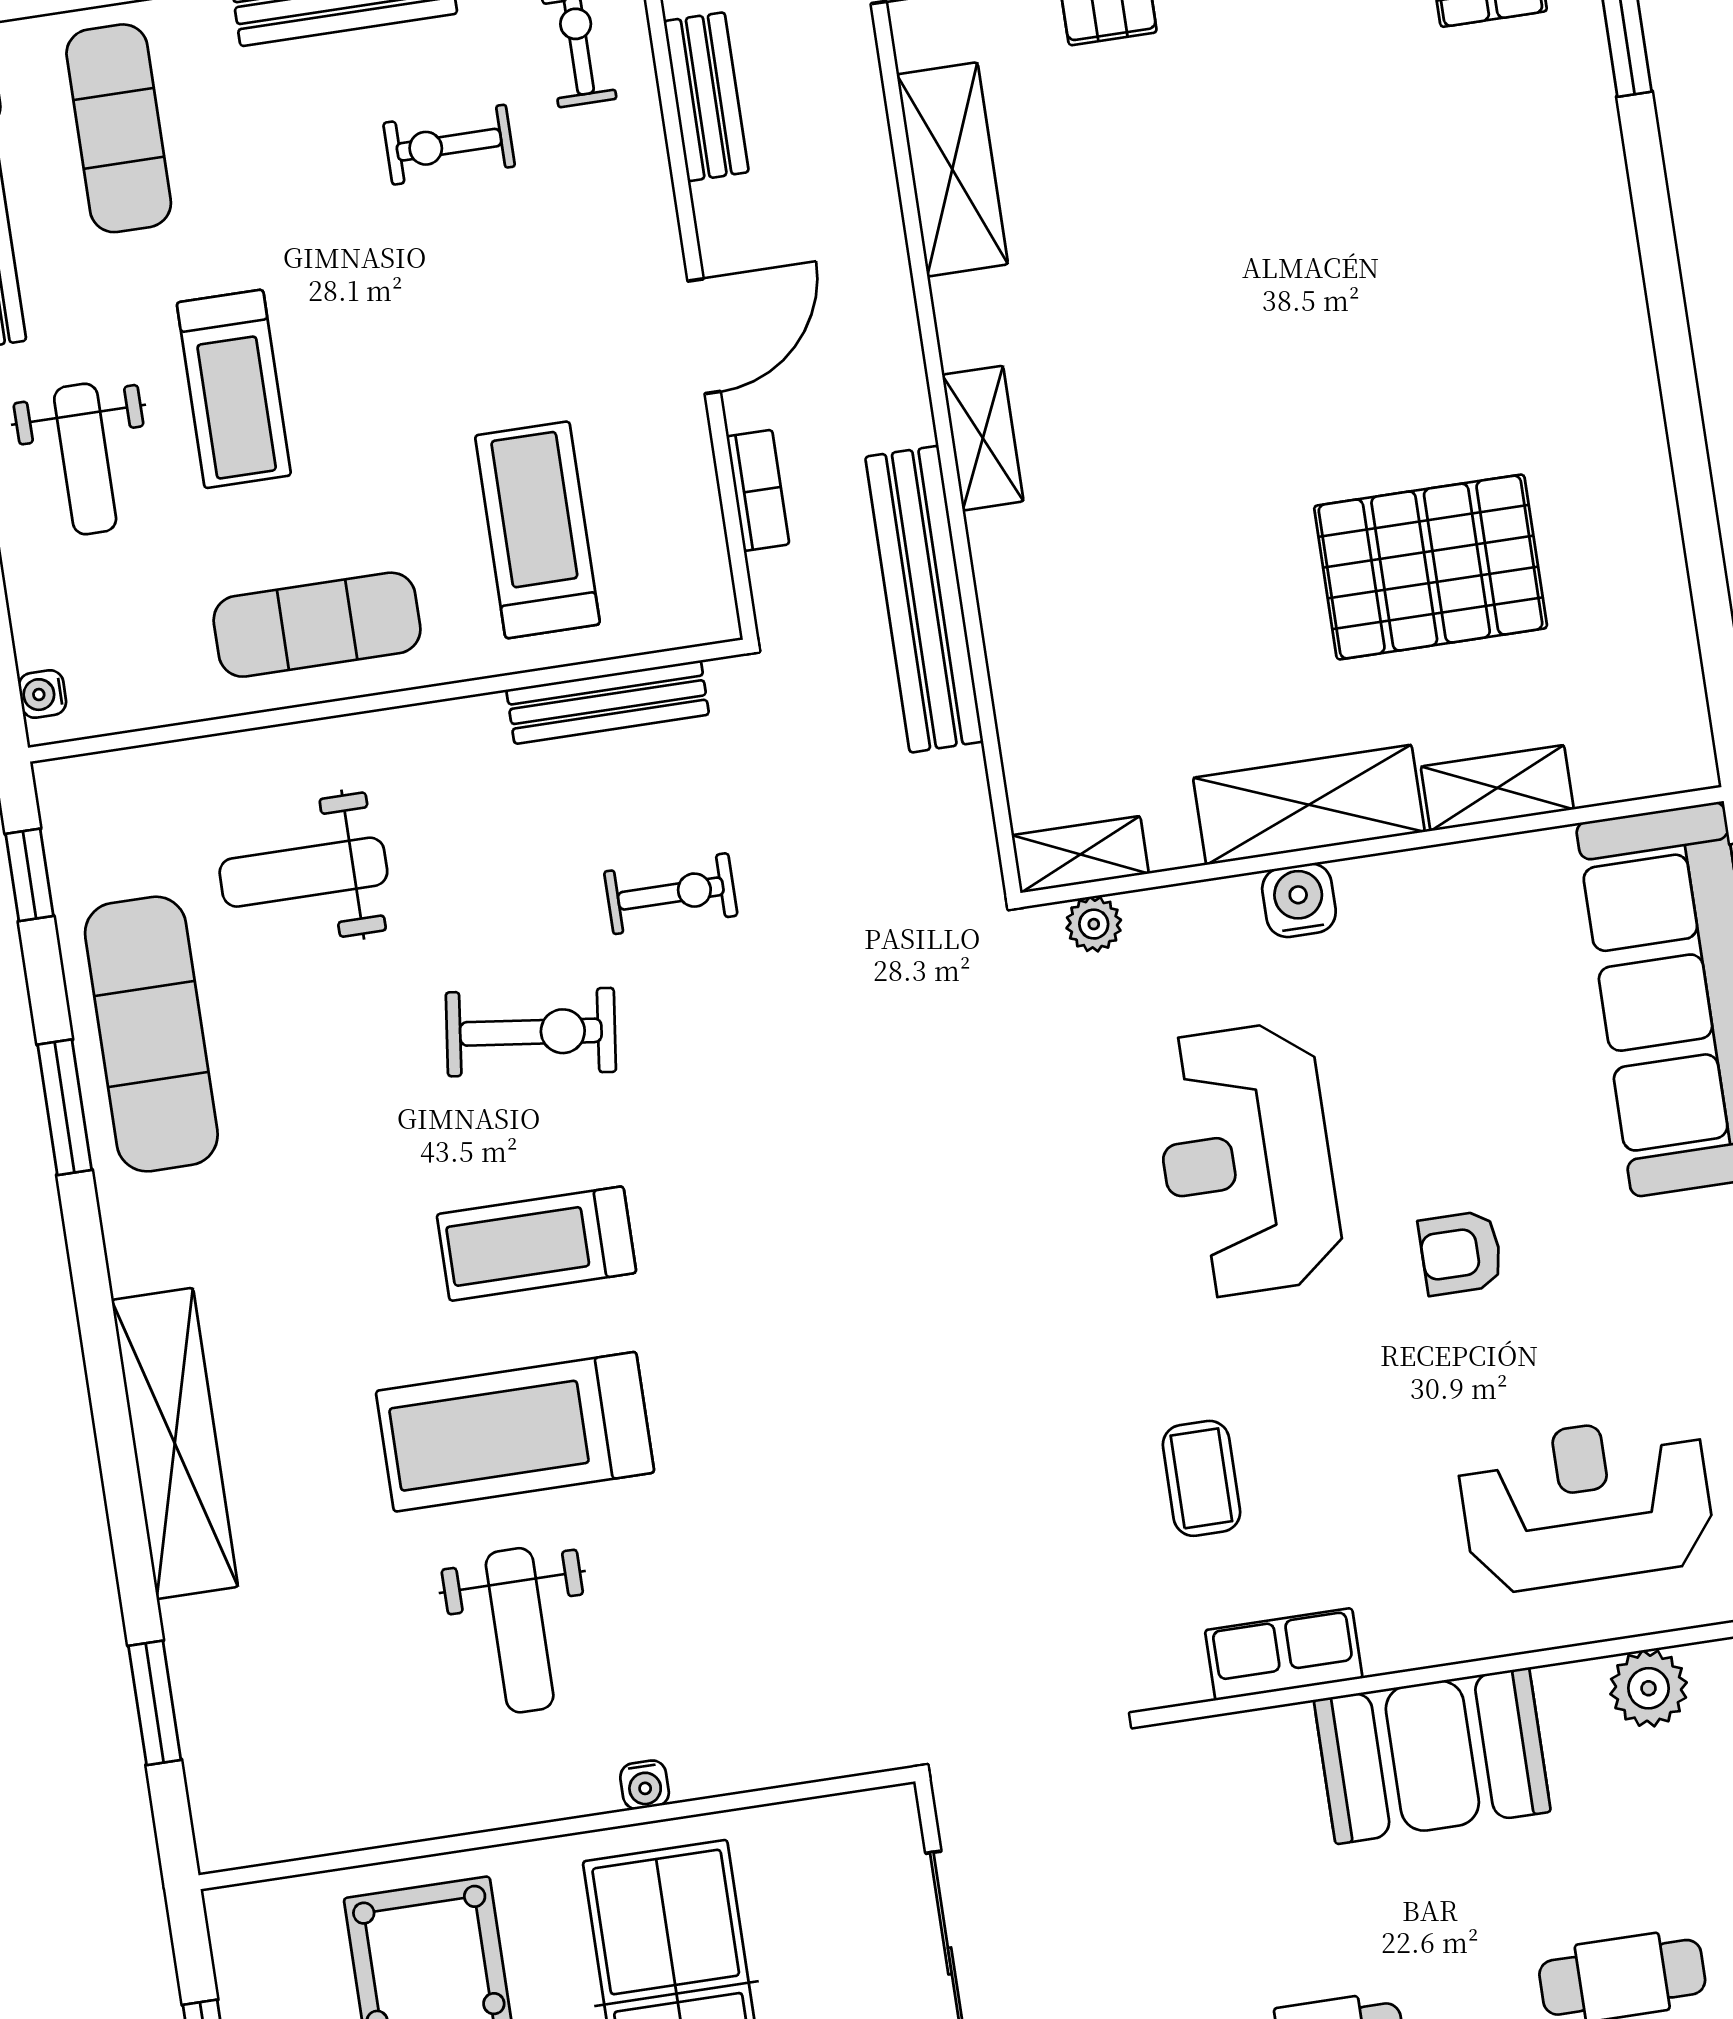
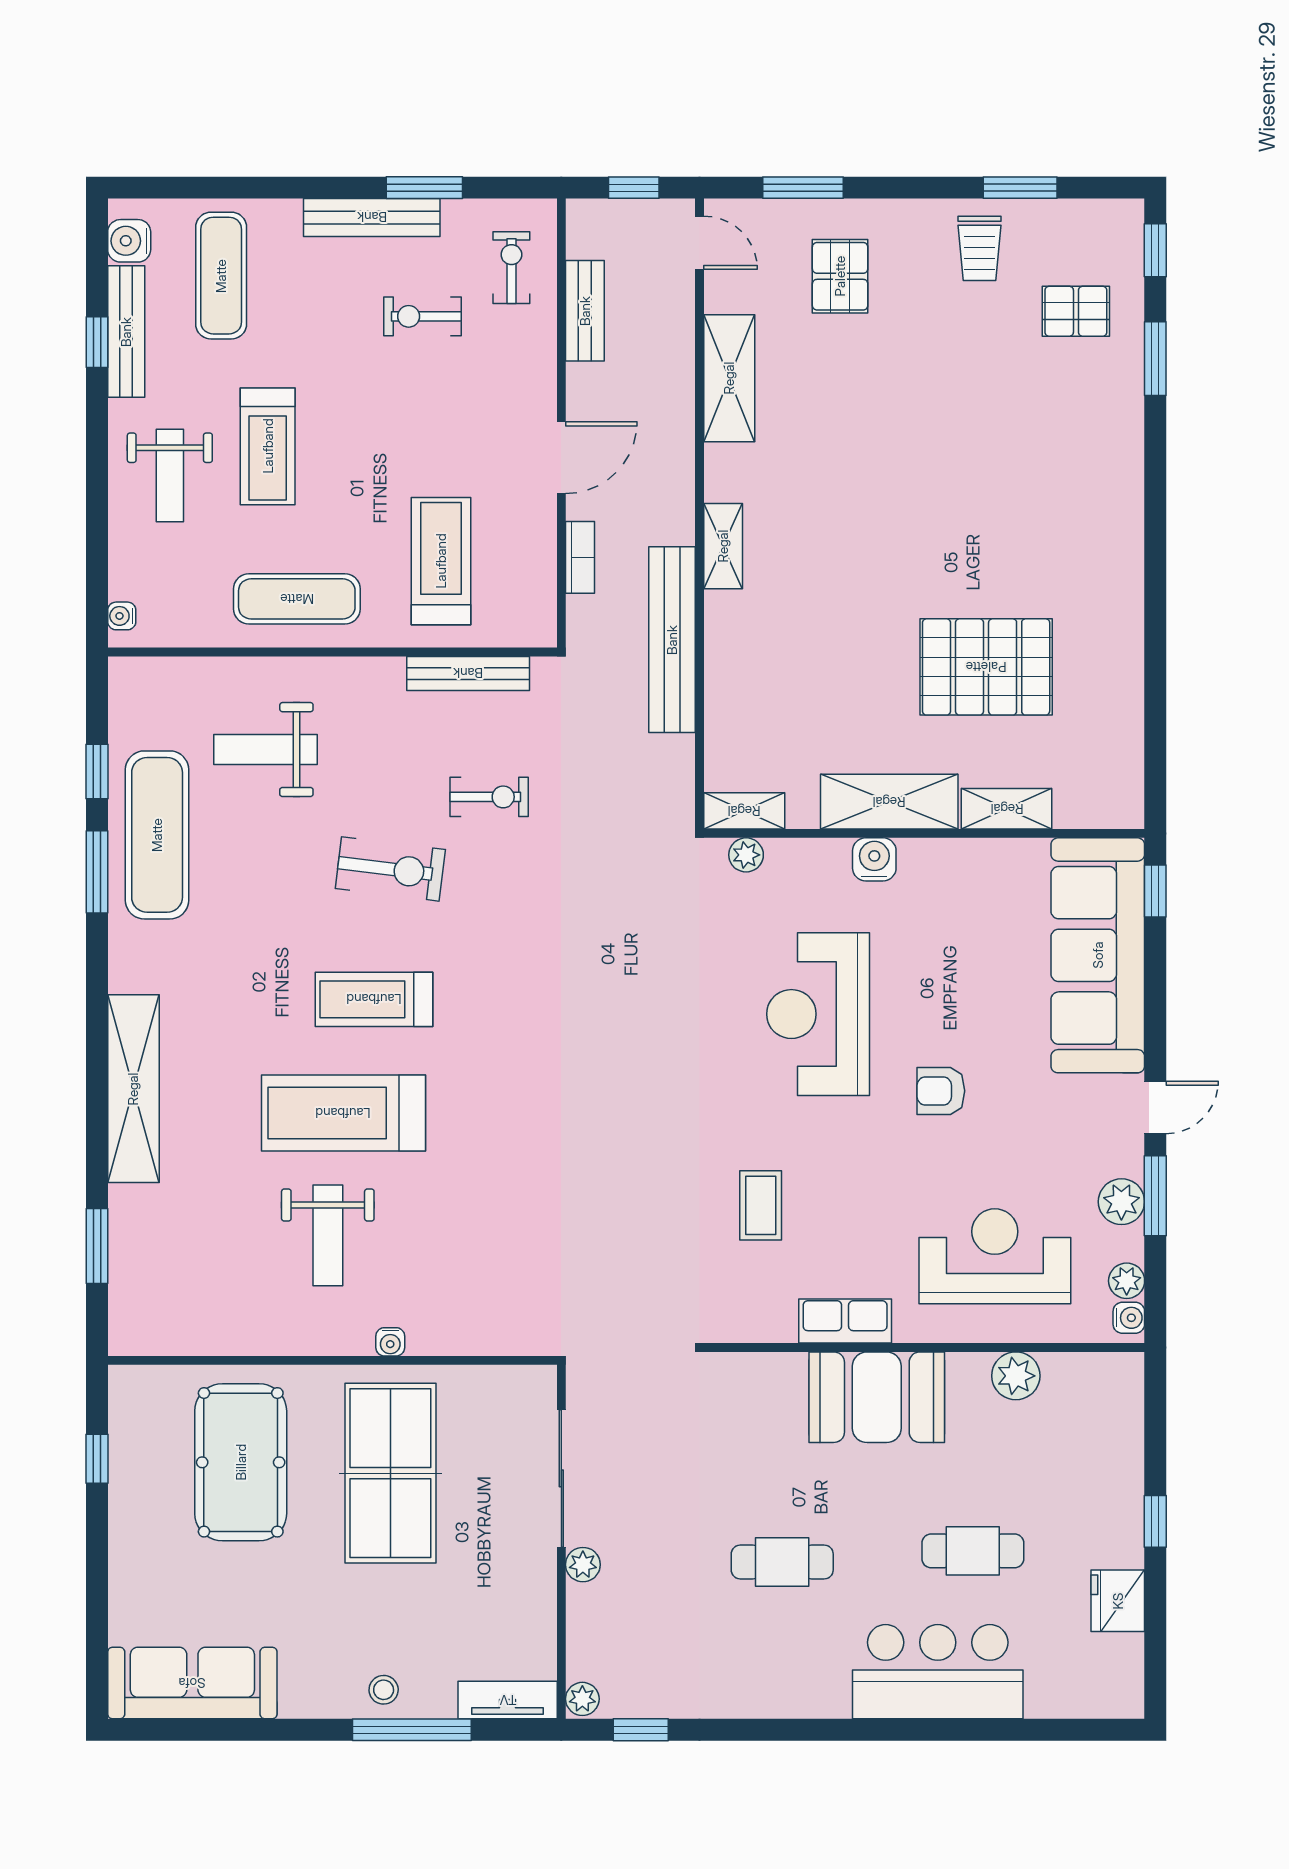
window: (29, 875) -> (97, 771), moved
row of seats: (1284, 1654) -> (845, 1321), moved

